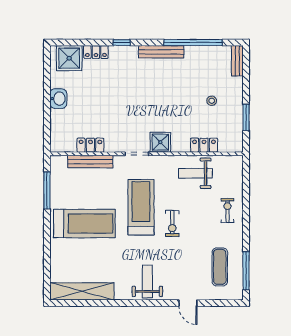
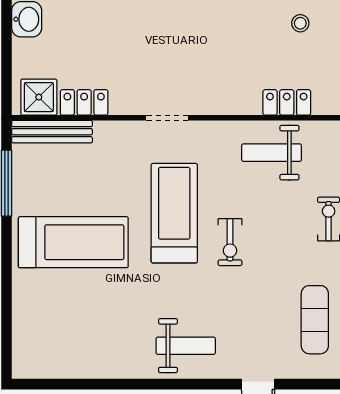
shower: (160, 142) -> (39, 97), moved
bench: (90, 162) -> (52, 132), moved
weight bench: (147, 281) -> (186, 346), turned 90
shelving: (82, 291) -> (69, 363), removed

